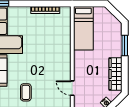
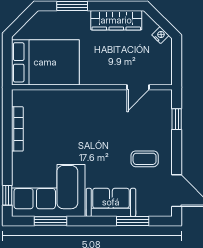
bed: (83, 28) -> (45, 62), width x1.50

